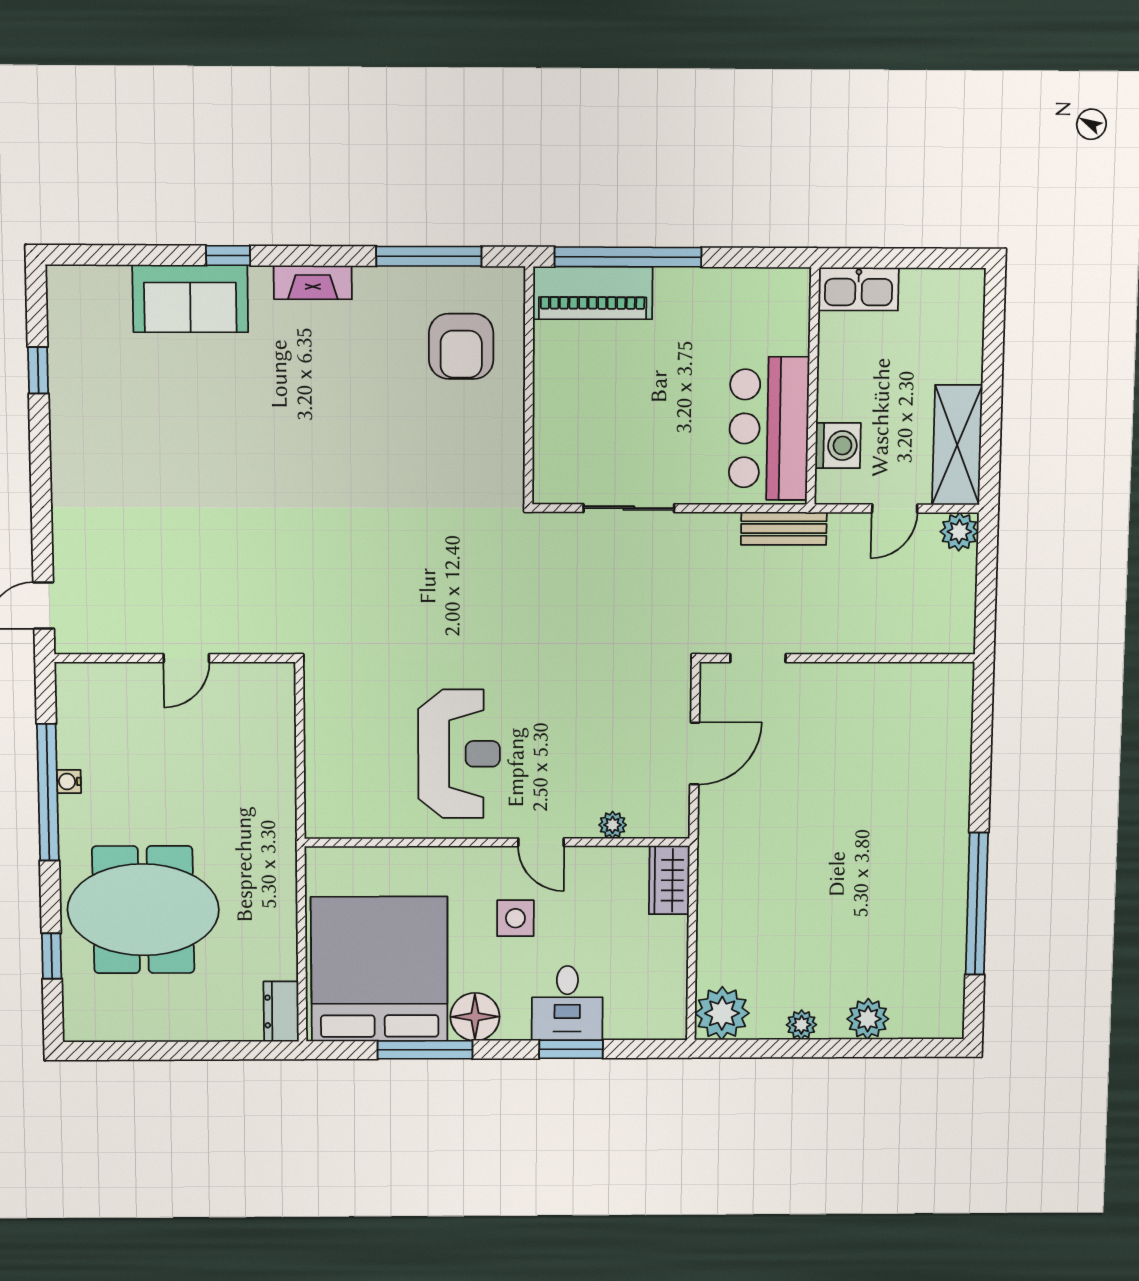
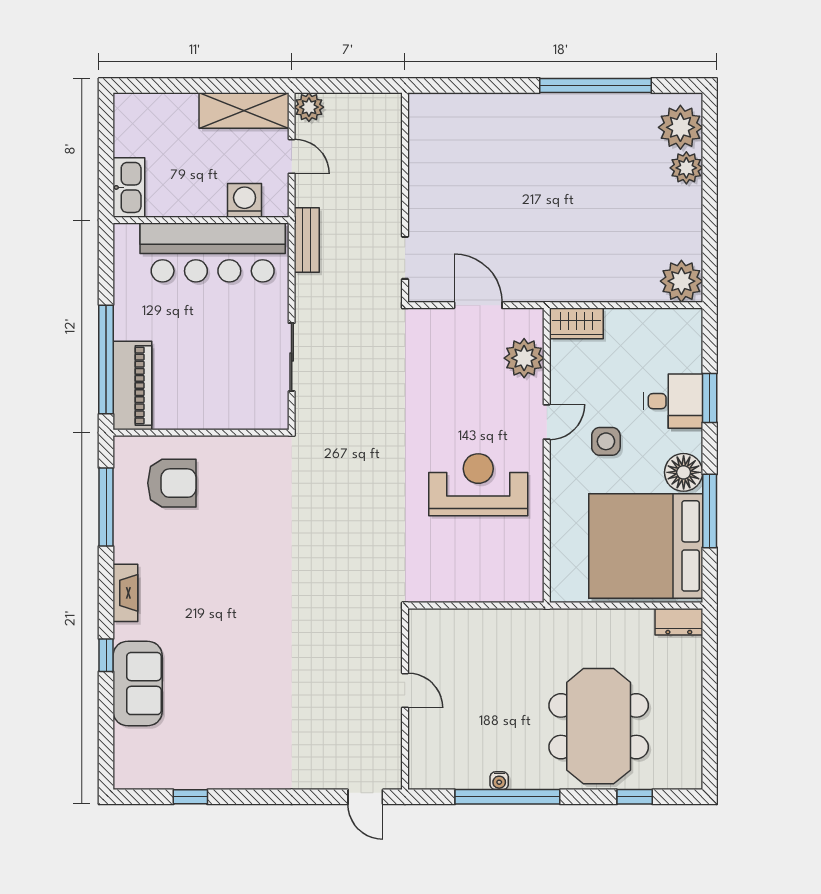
bar counter: (769, 428) -> (213, 253), width x1.36
plant: (613, 825) -> (524, 358), width x1.87, depth x1.87
plant: (801, 1025) -> (680, 127), moved, width x1.88, depth x1.88

